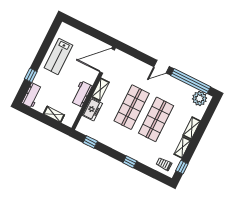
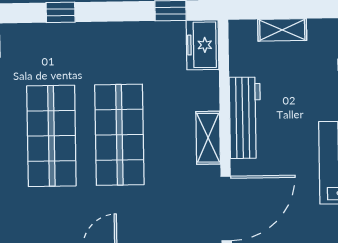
workbench: (82, 94) -> (245, 118), width x1.37
freezer: (92, 109) -> (203, 45), moved

